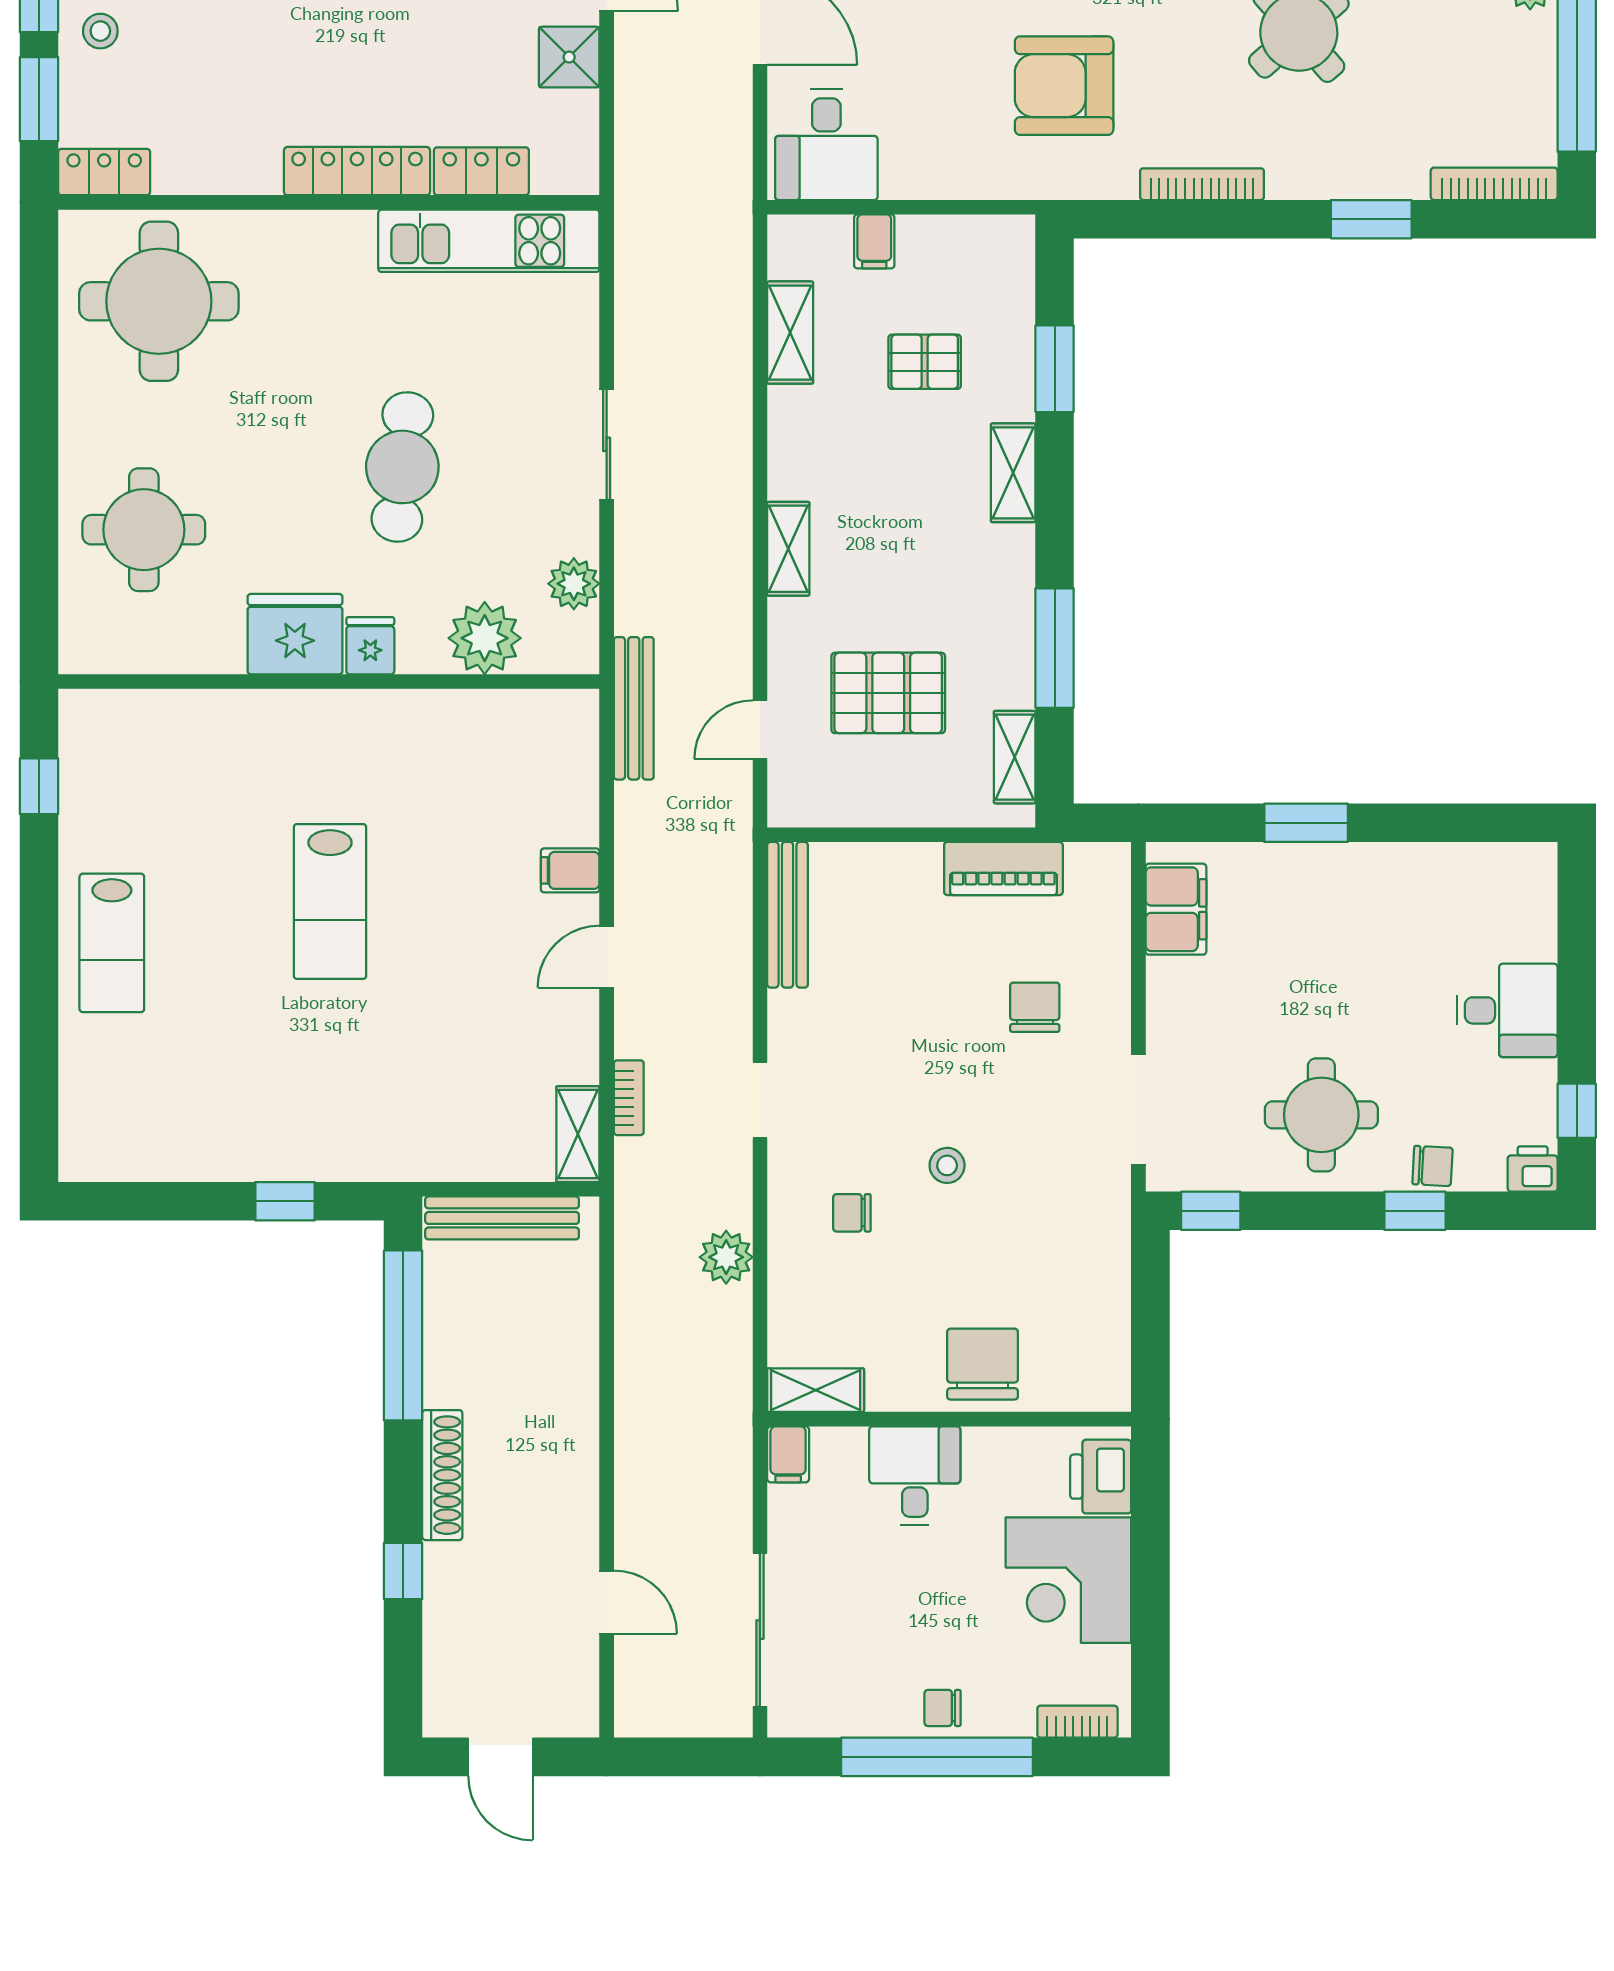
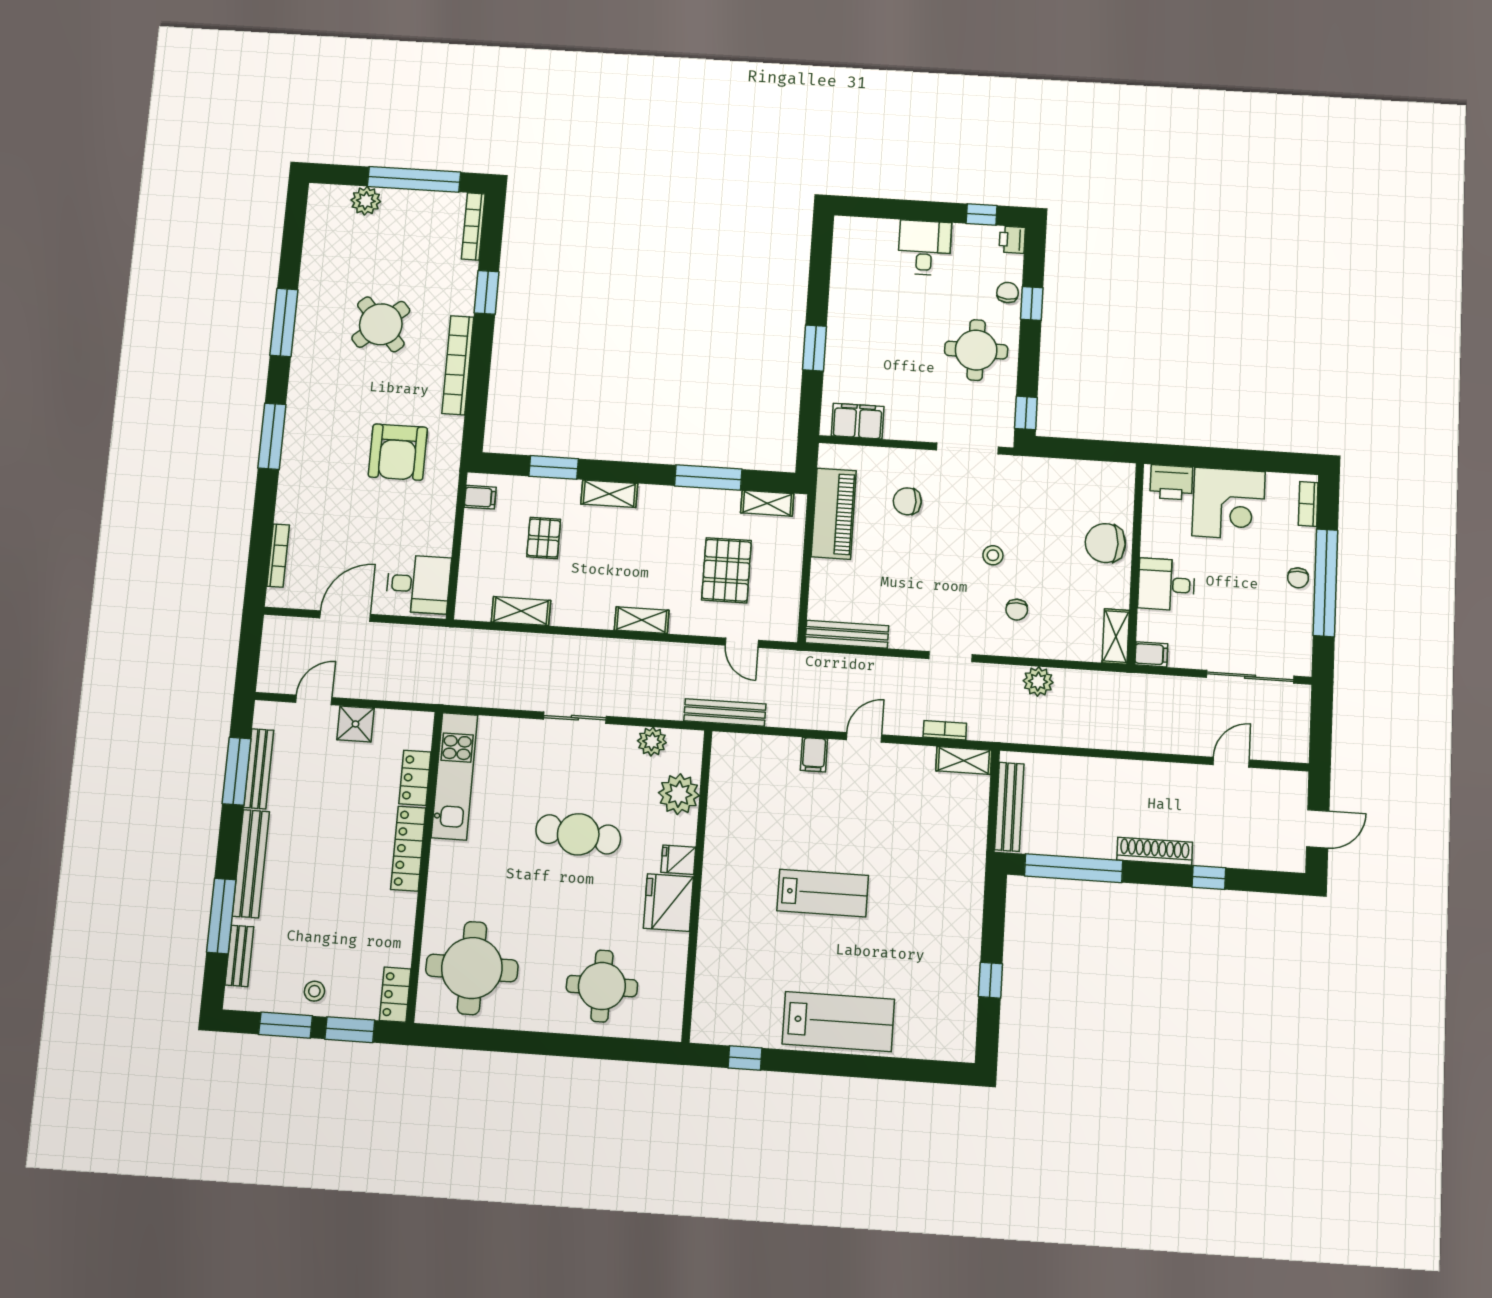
bookcase: (1202, 184) -> (458, 365), width x1.48, depth x1.31
filing cabinet: (874, 241) -> (480, 497), moved
piano: (1003, 869) -> (834, 514), width x1.37, depth x1.33
lab bench: (112, 943) -> (838, 1022), width x1.36, depth x1.39
door: (607, 957) -> (864, 737), swing flipped
window: (285, 1201) -> (990, 980), moved

